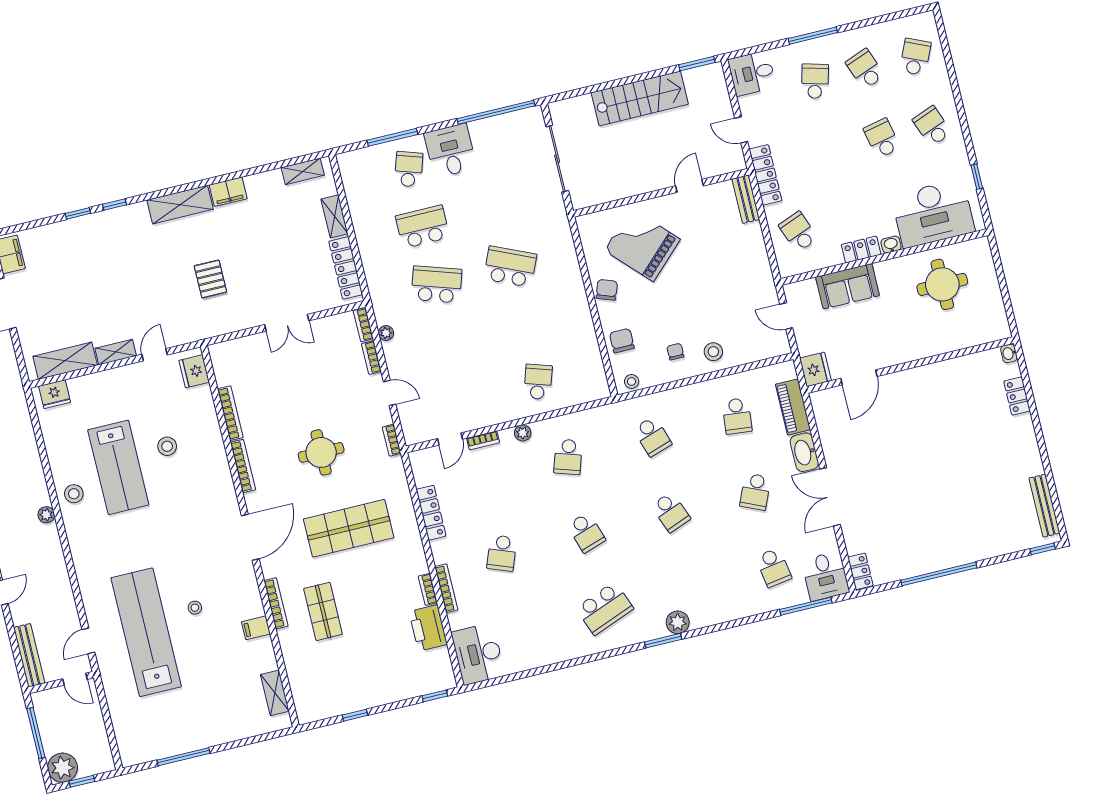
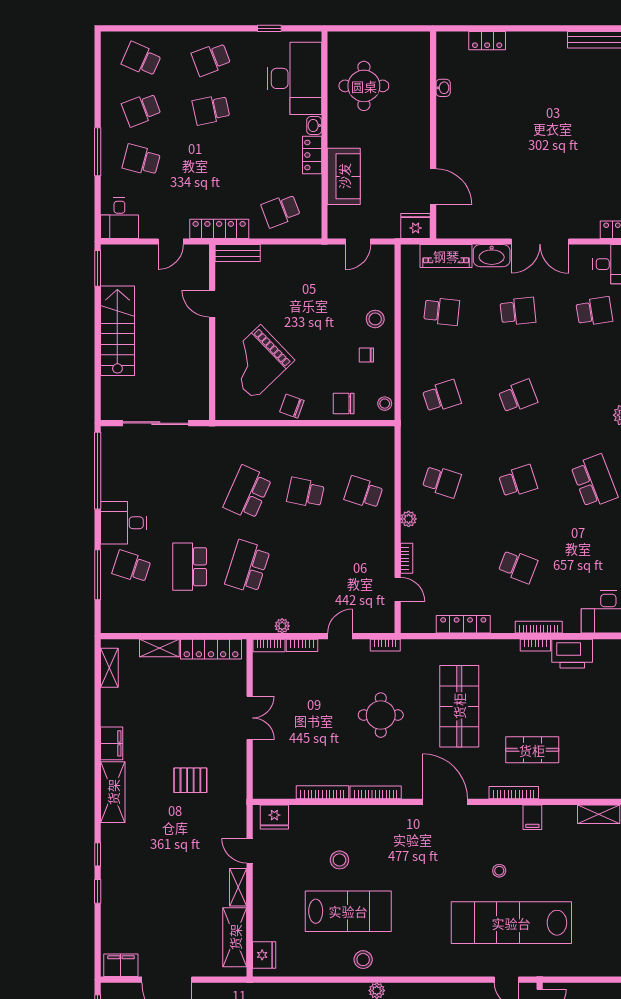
school desk: (524, 324) -> (306, 493), added
washbasin: (1009, 353) -> (443, 88), moved, turned -90
school desk: (755, 492) -> (518, 311), turned -30

